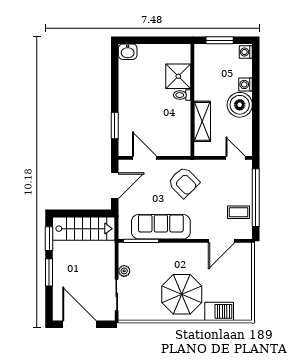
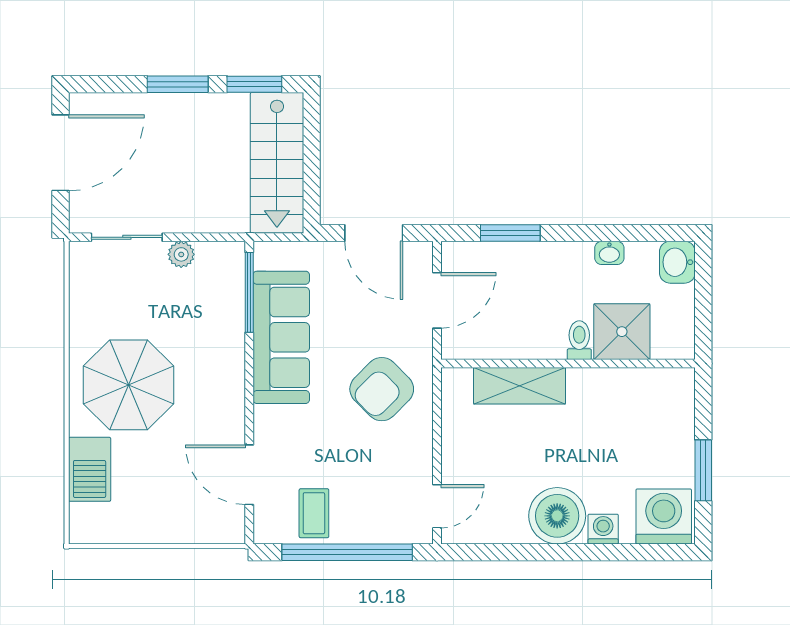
washing machine: (246, 52) -> (664, 516), width x1.89, depth x1.89
shower: (178, 76) -> (622, 332), moved
washbasin: (124, 82) -> (609, 253), added
toilet: (182, 95) -> (579, 340), moved
wall: (192, 100) -> (568, 364), moved
shelving: (202, 121) -> (520, 386), moved

